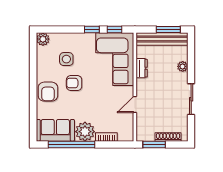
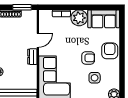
dresser: (142, 68) -> (32, 57), moved
window: (72, 144) -> (90, 7), removed

